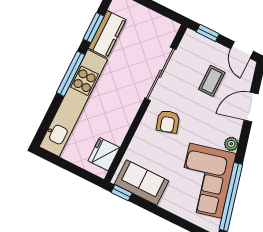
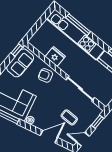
window: (71, 74) -> (78, 25), moved
door: (251, 107) -> (49, 137), hinge flipped
armchair: (168, 122) -> (45, 75), moved
fridge: (104, 154) -> (55, 56), moved

